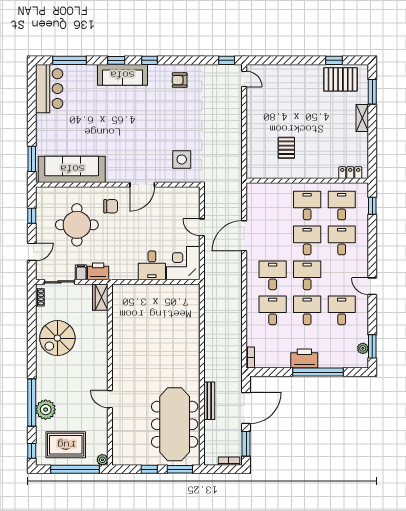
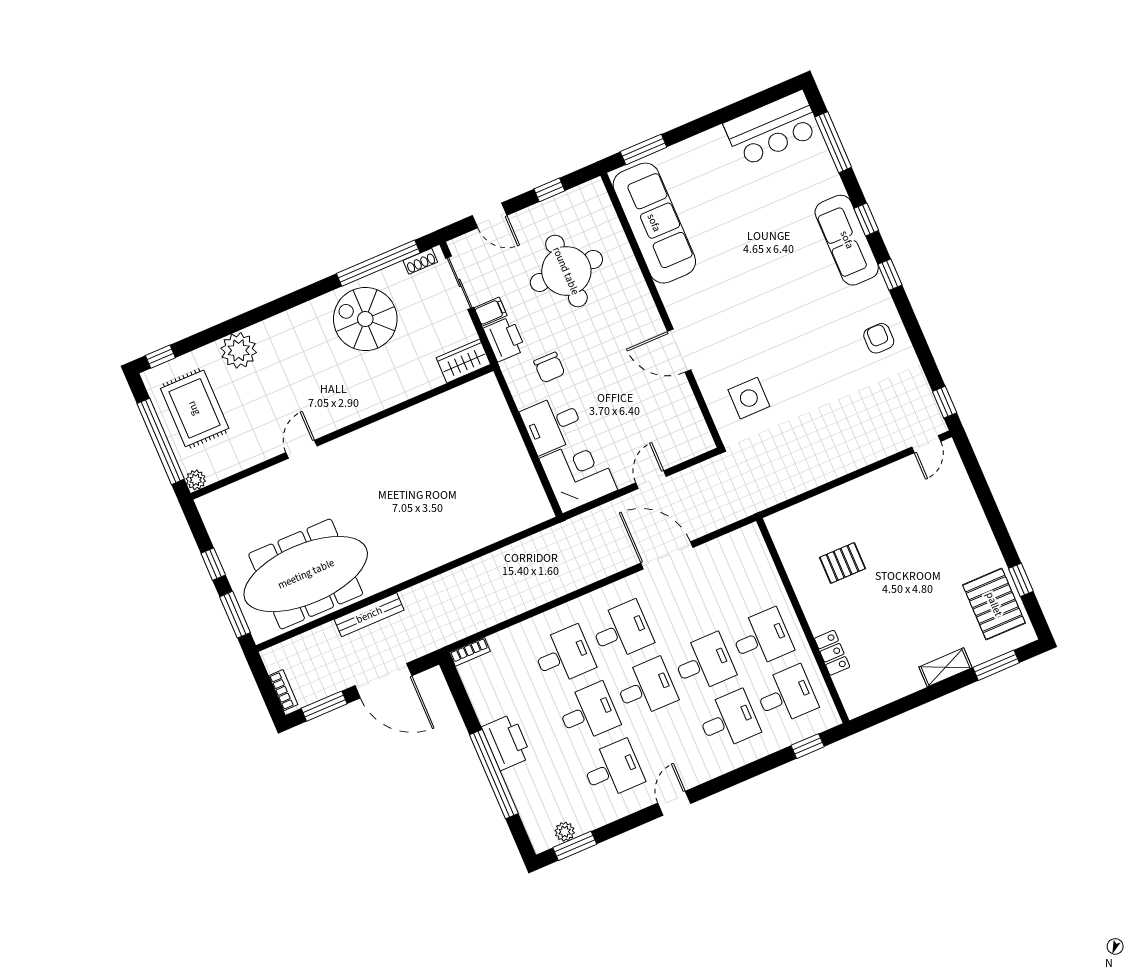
locker: (350, 173) -> (832, 653), moved
chair: (111, 206) -> (549, 367), moved
window: (32, 403) -> (378, 263), moved

